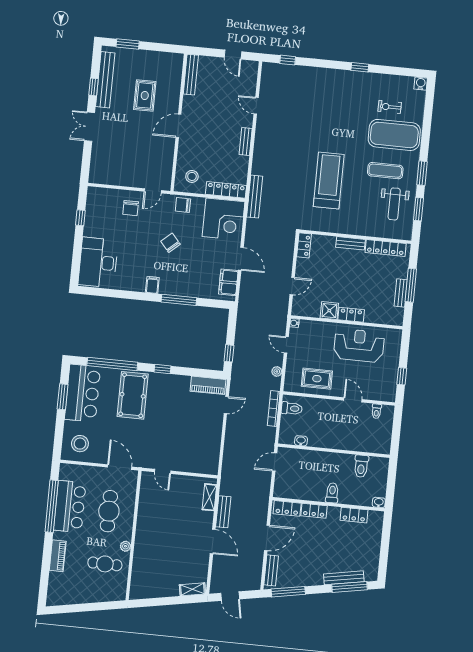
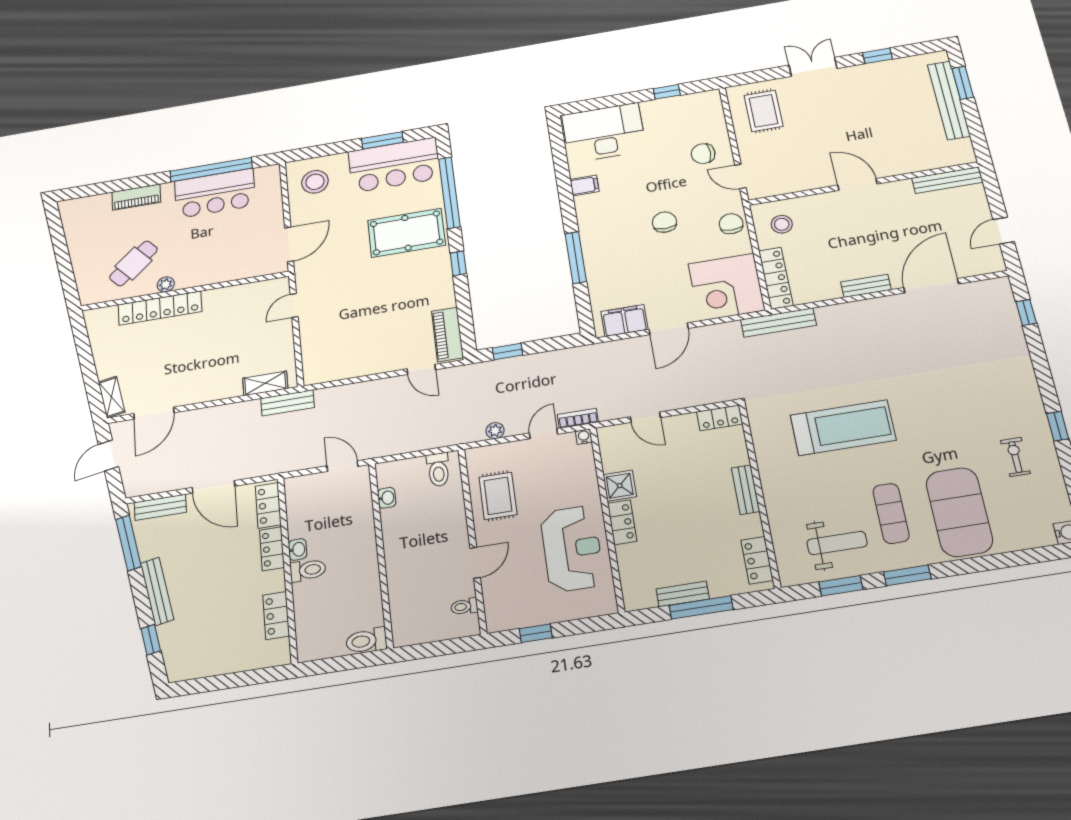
bench: (105, 80) -> (949, 100), moved, turned 90
rug: (145, 95) -> (764, 111), moved, turned 90
door: (256, 106) -> (931, 286), width x1.88
exercise bike: (390, 107) -> (1015, 457), moved
weight bench: (394, 204) -> (837, 543), turned 180
chair: (170, 243) -> (664, 222), turned -49
locker: (386, 248) -> (757, 560), width x0.66
filing cabinet: (152, 285) -> (584, 185), moved
bookcase: (274, 409) -> (578, 418), moved, width x0.64
toilet: (361, 466) -> (366, 641), moved
washbasin: (379, 502) -> (298, 549), moved
cafe table: (109, 511) -> (217, 248), removed
bench: (223, 512) -> (288, 403), moved
door: (213, 541) -> (154, 413), moved
locker: (141, 552) -> (160, 308), added
cafe table: (105, 564) -> (134, 263), turned 47
bench: (344, 578) -> (157, 591), moved
window: (350, 587) -> (151, 640), width x0.46

